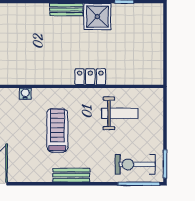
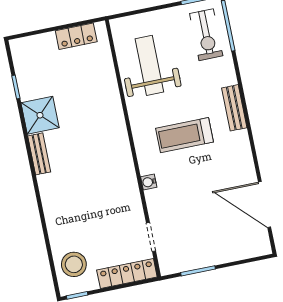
locker: (90, 77) -> (76, 36), moved, turned -90
weight bench: (120, 113) -> (149, 65), width x1.36, depth x1.33

